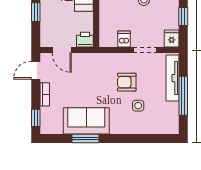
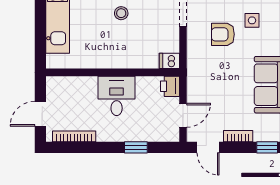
dishwasher: (124, 39) -> (169, 61), moved
armchair: (127, 82) -> (223, 34), turned 90

